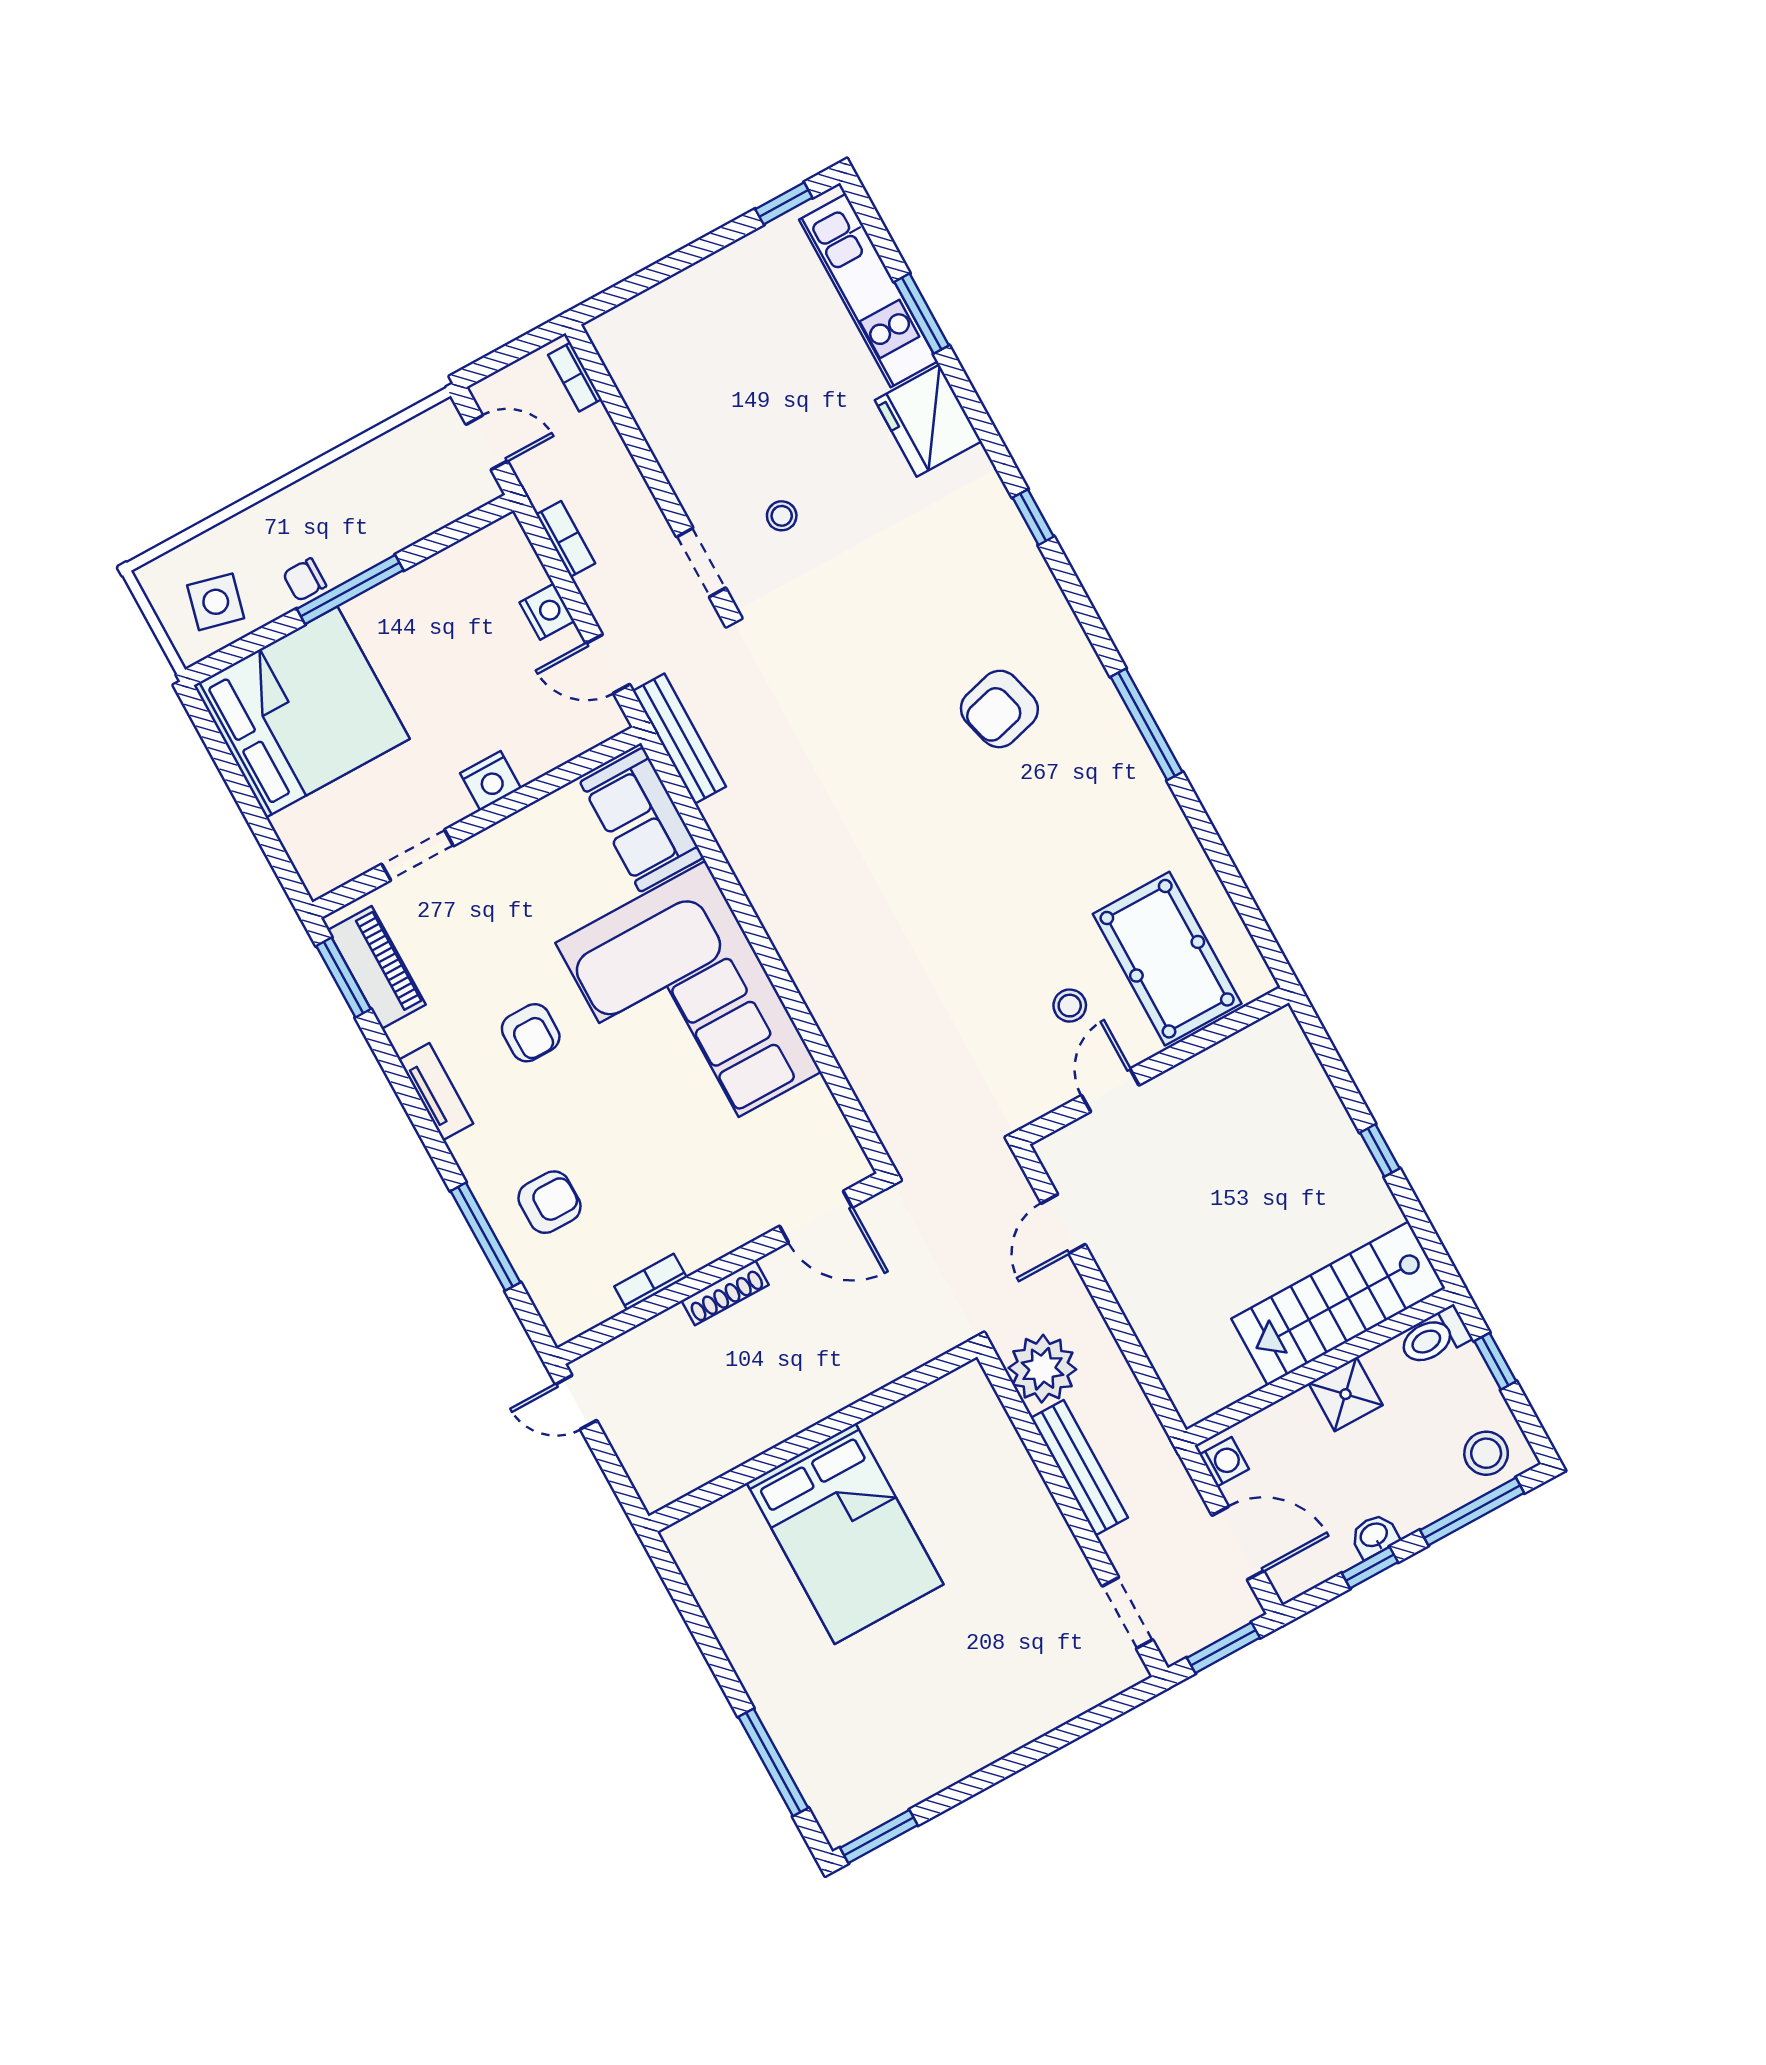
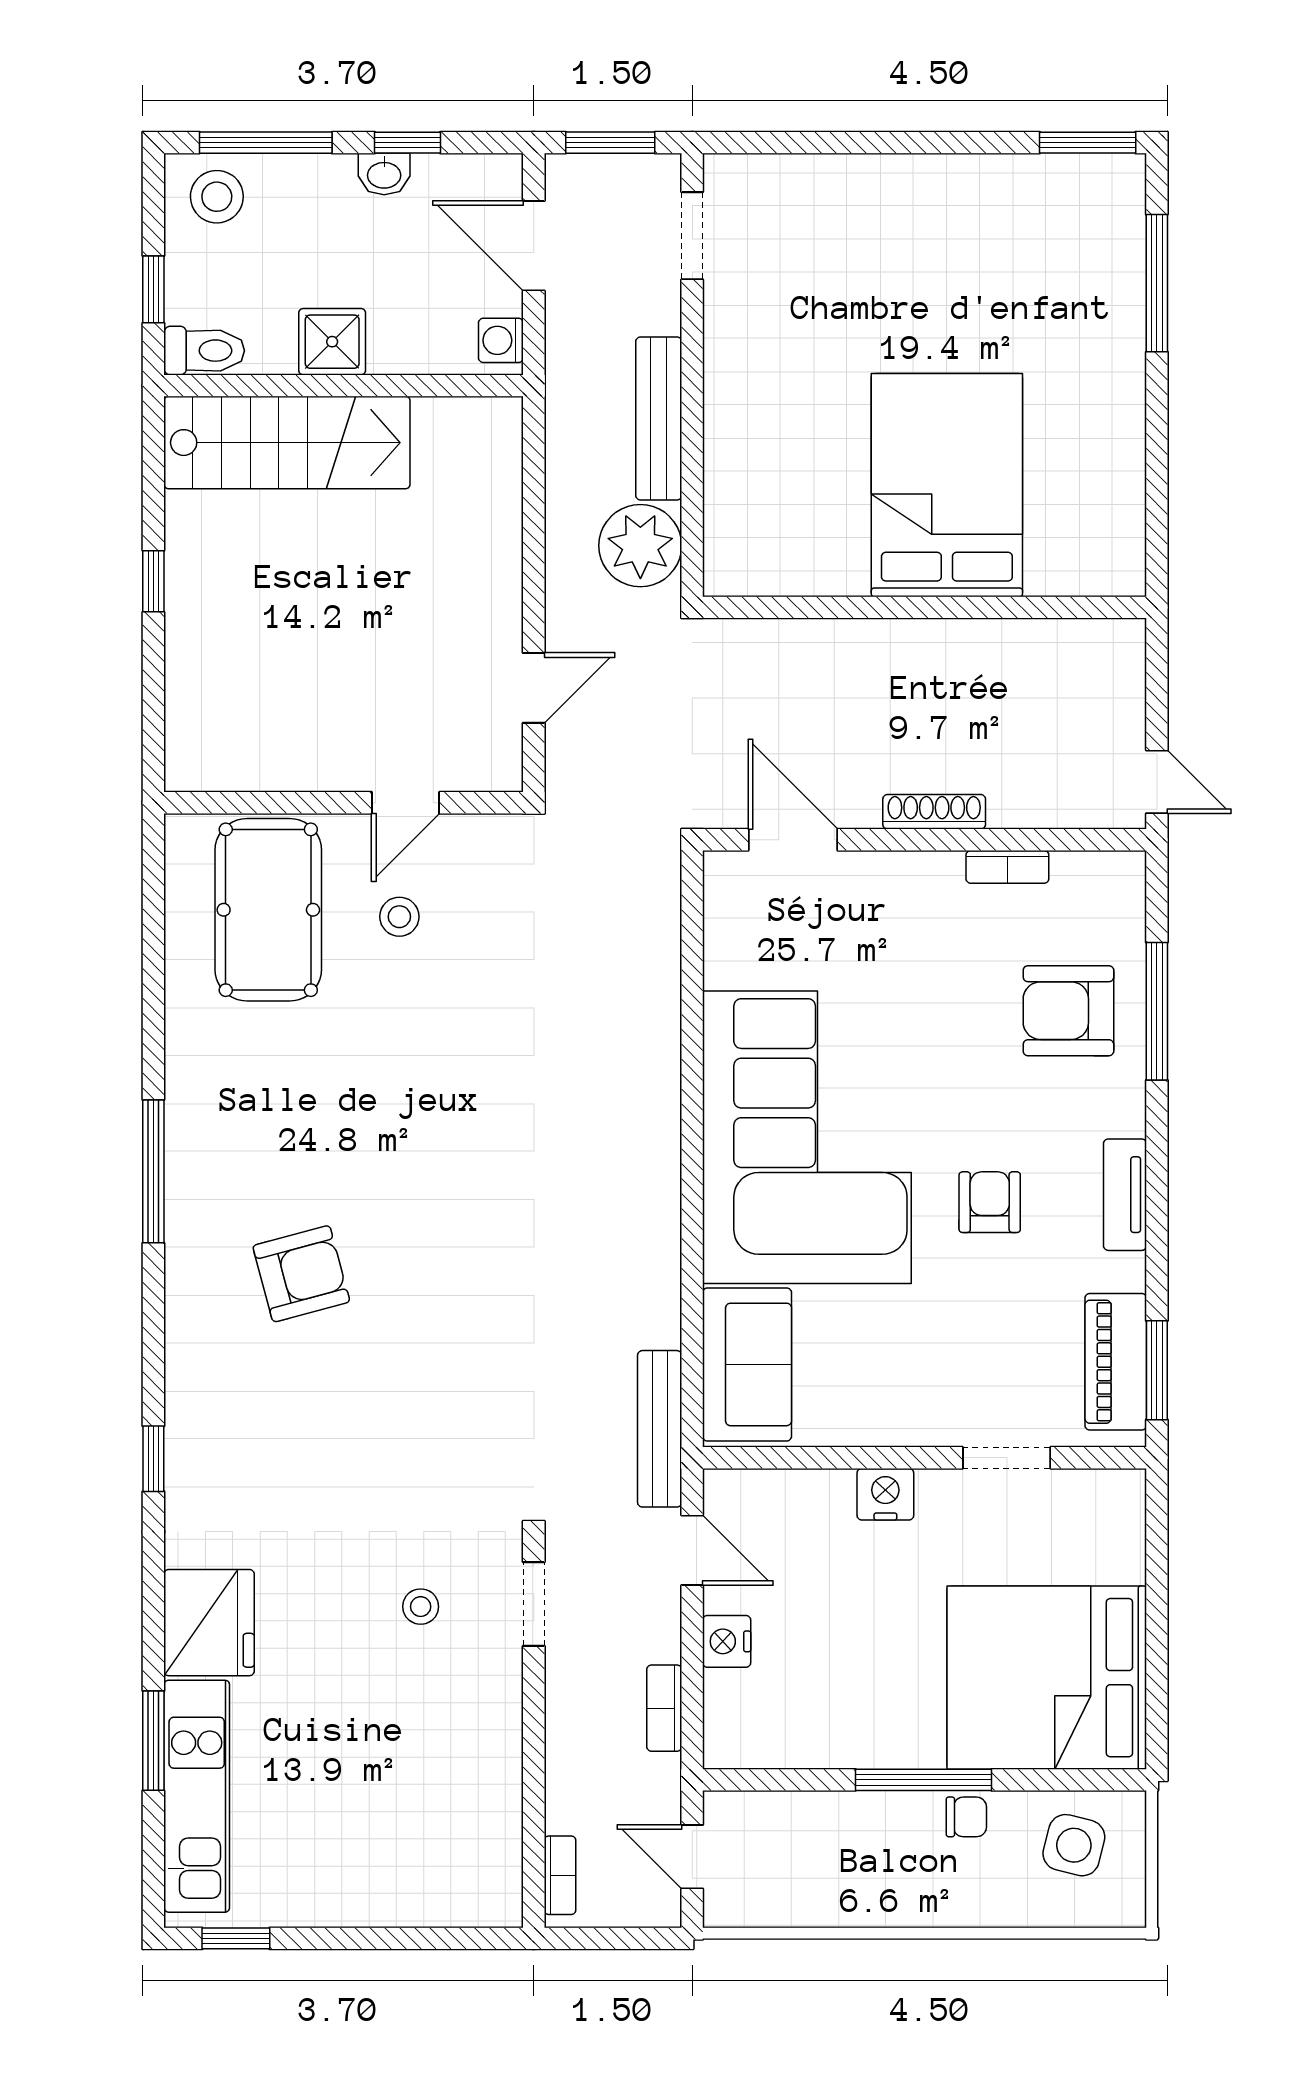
armchair: (549, 1202) -> (1068, 1011), width x1.38, depth x1.38

